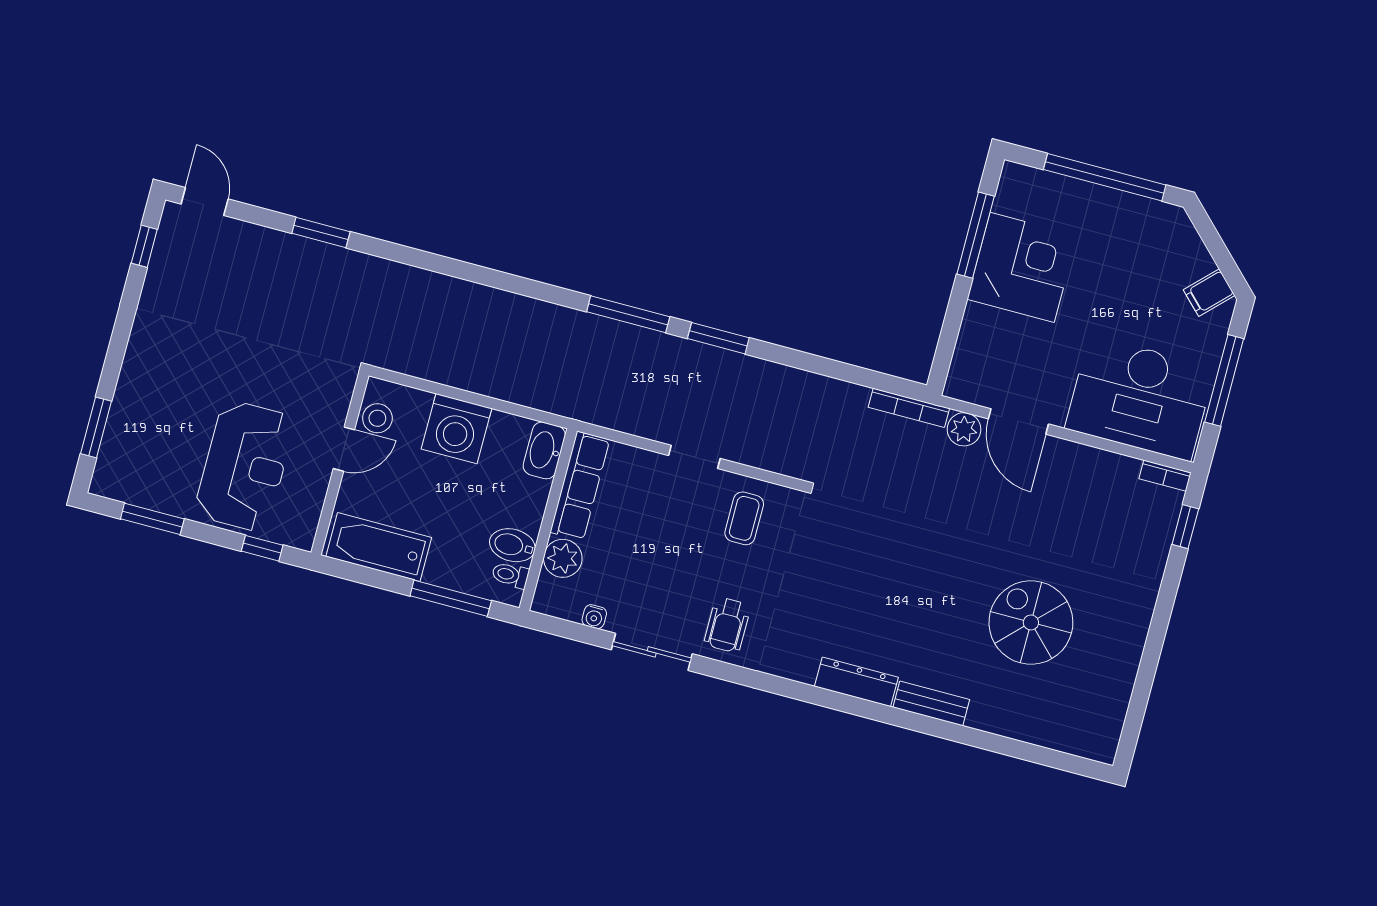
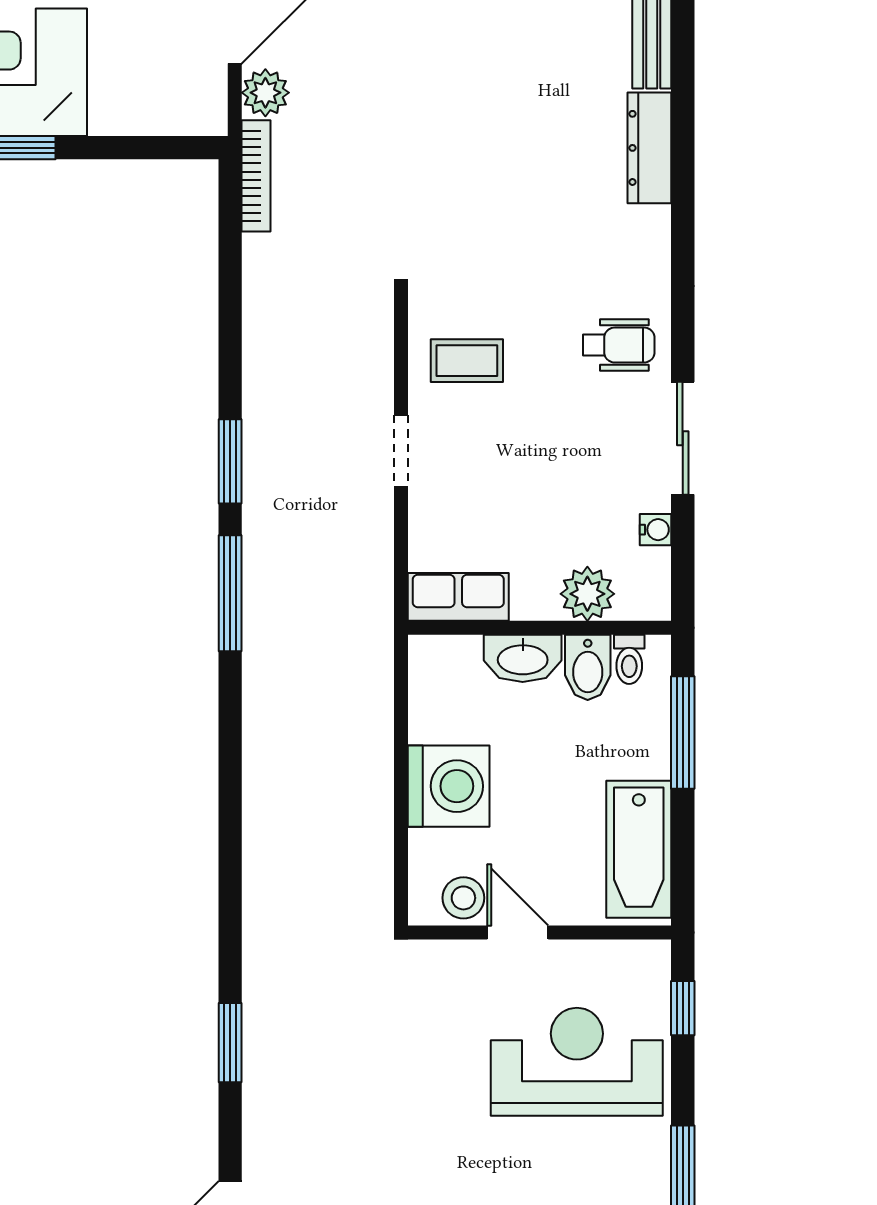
washbasin: (544, 450) -> (523, 658), moved
row of seats: (580, 486) -> (458, 597), width x0.68

